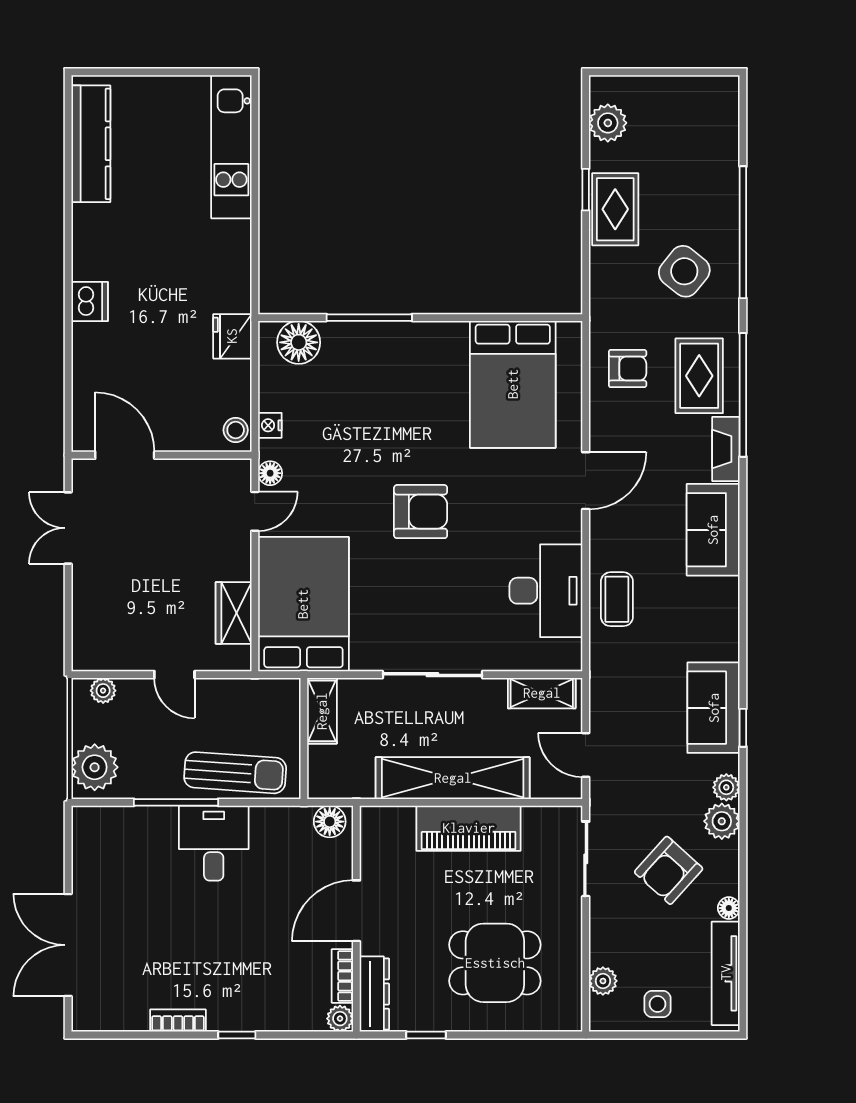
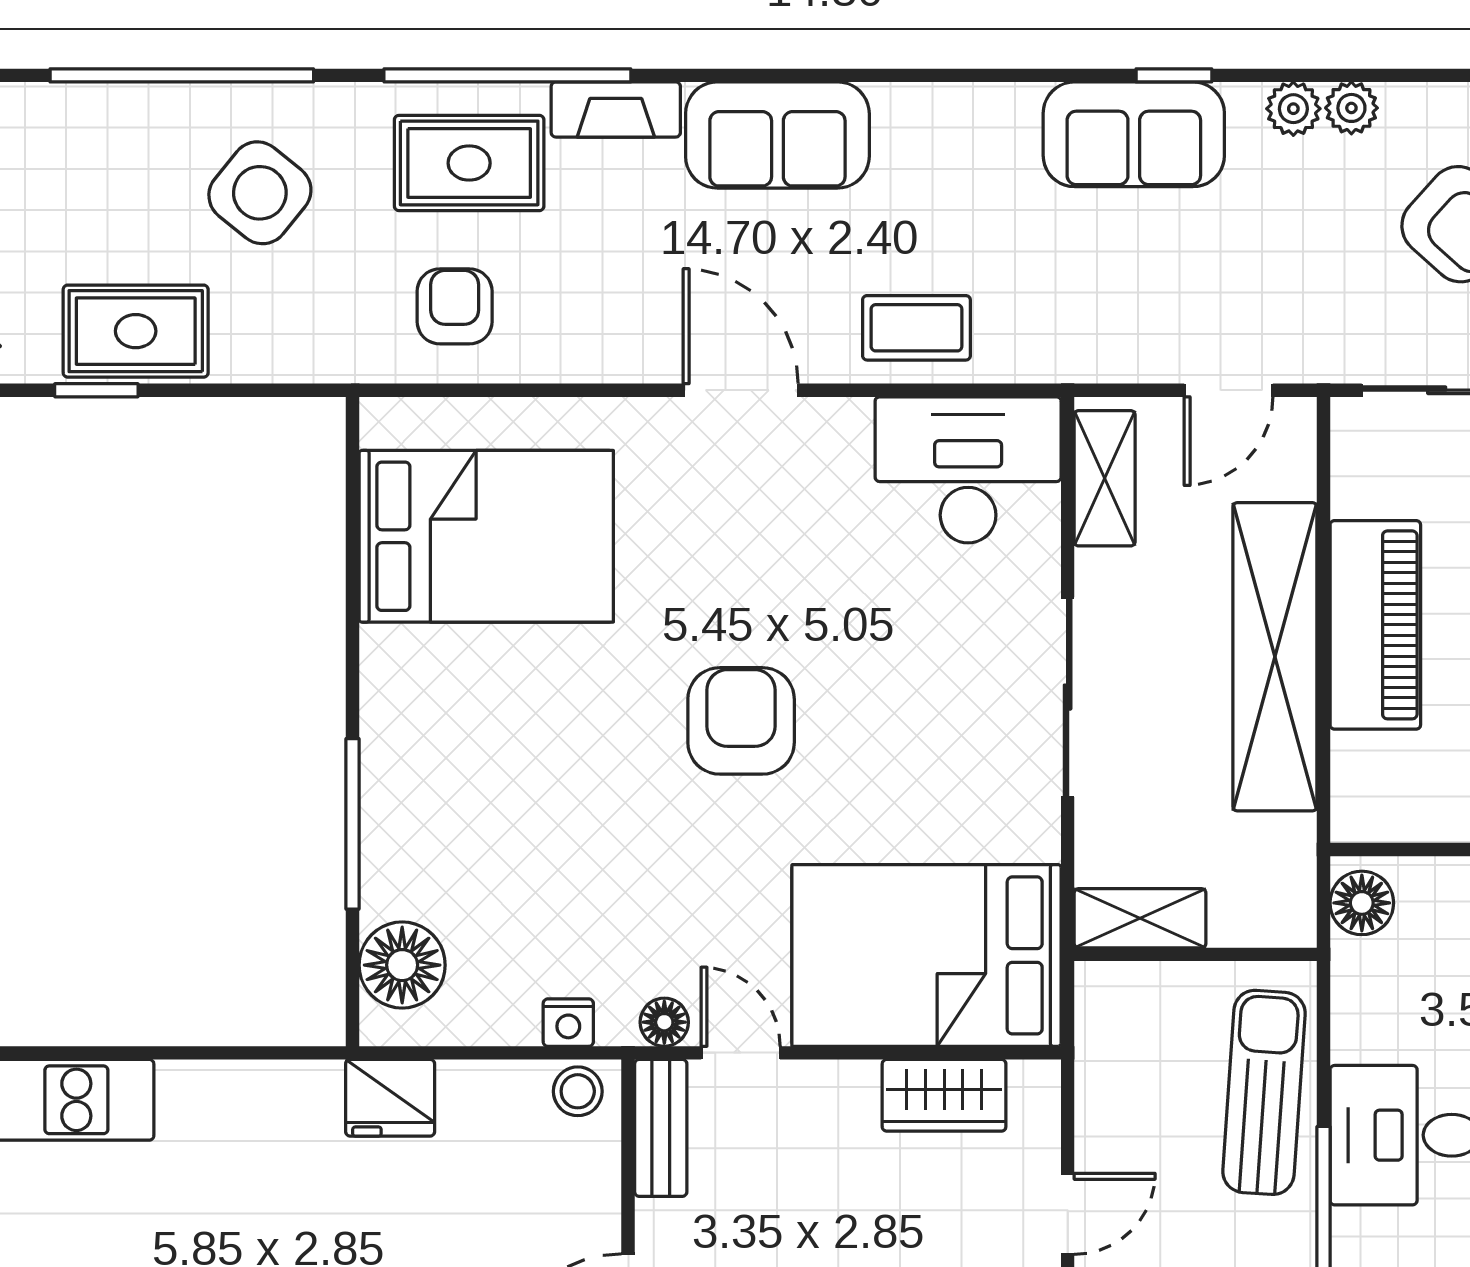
bench: (217, 471) -> (661, 1128), added
door: (586, 481) -> (741, 390), moved
desk: (546, 591) -> (968, 470), moved
plant: (722, 821) -> (1351, 108), width x0.73, depth x0.73

